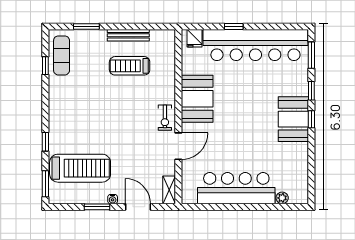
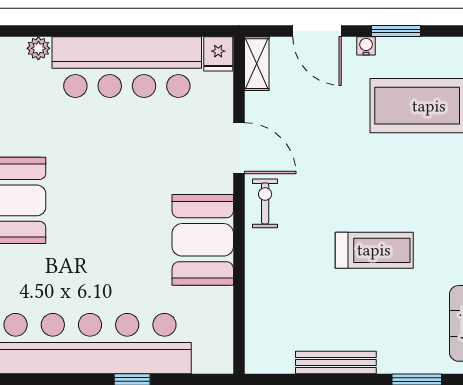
fridge: (194, 38) -> (218, 54), moved, turned 180
treadmill: (130, 66) -> (374, 250), moved
door: (178, 146) -> (239, 148), swing flipped

